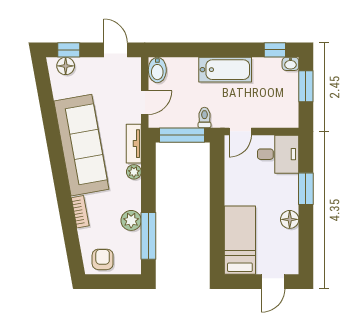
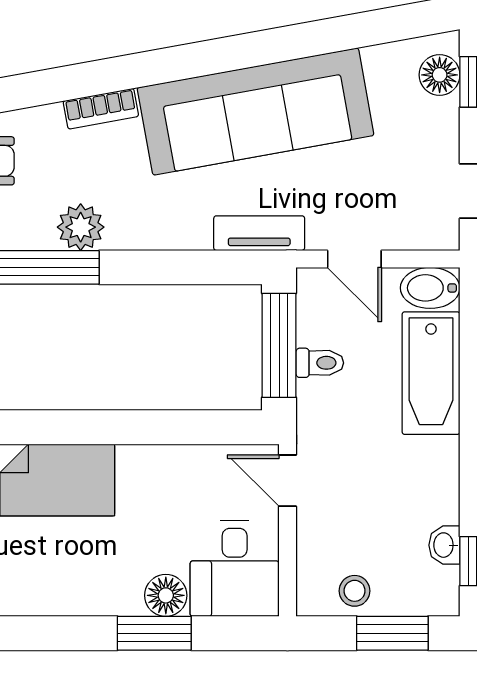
washbasin: (290, 64) -> (444, 545), moved
bathtub: (225, 70) -> (431, 373), moved
stool: (288, 103) -> (355, 591), added
toilet: (204, 118) -> (320, 363), moved
plant: (134, 172) -> (193, 234), removed
floor lamp: (290, 219) -> (166, 595), moved

